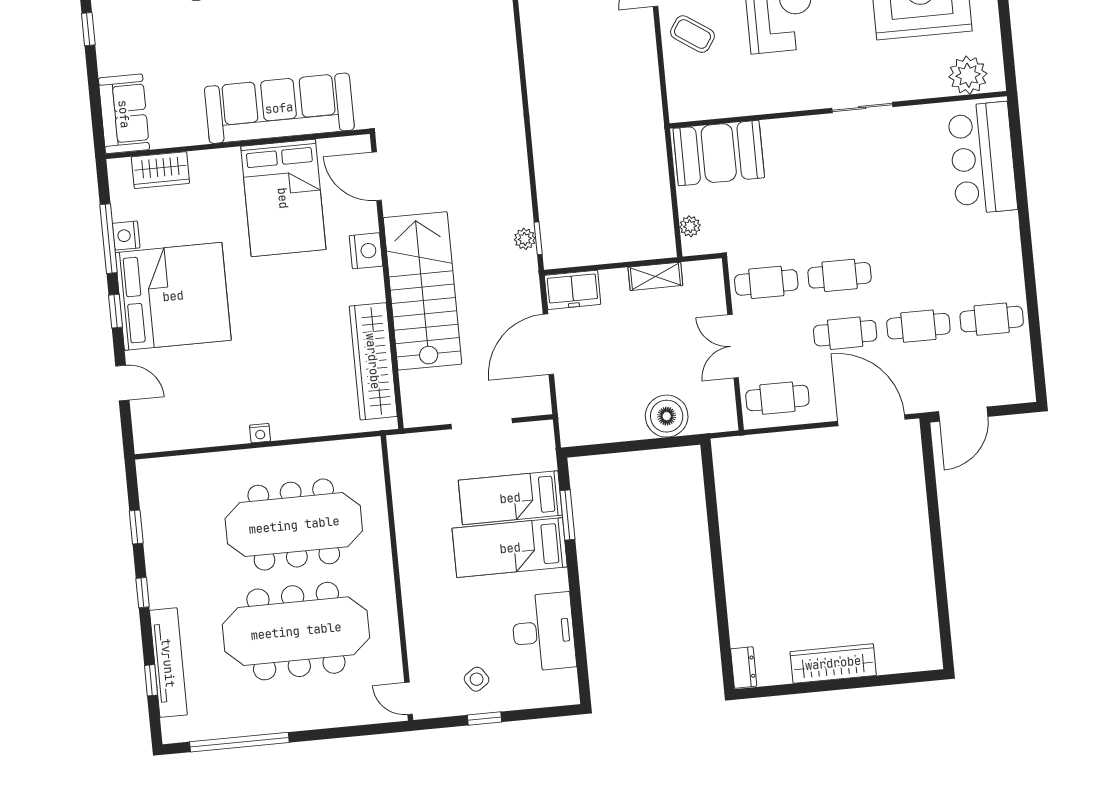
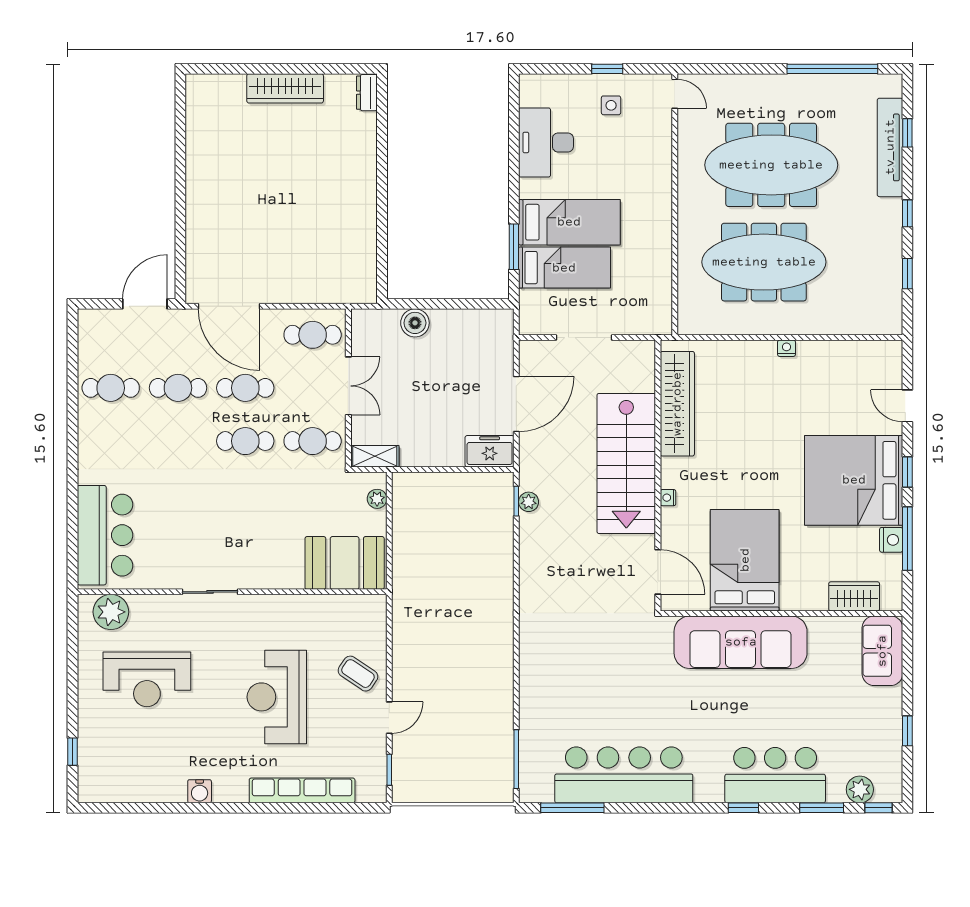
nightstand: (366, 251) -> (668, 498), width x0.53, depth x0.56
shelving: (655, 276) -> (375, 456), moved
boiler: (667, 416) -> (415, 323), width x0.73, depth x0.73
side table: (477, 679) -> (611, 105), turned 35

